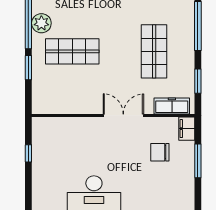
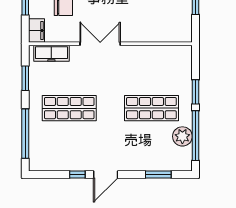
shop shelf: (154, 51) -> (69, 108), turned 90
double door: (123, 115) -> (100, 44), swing flipped

